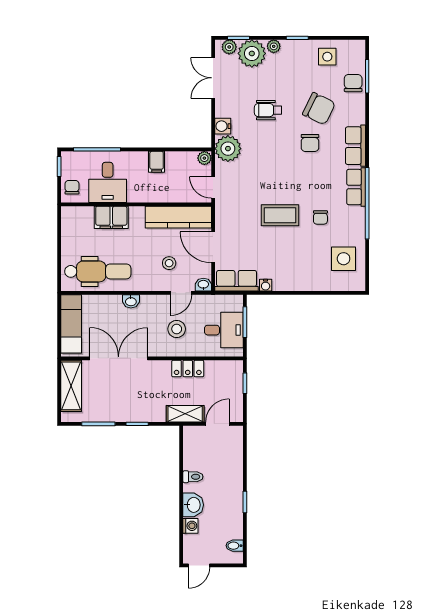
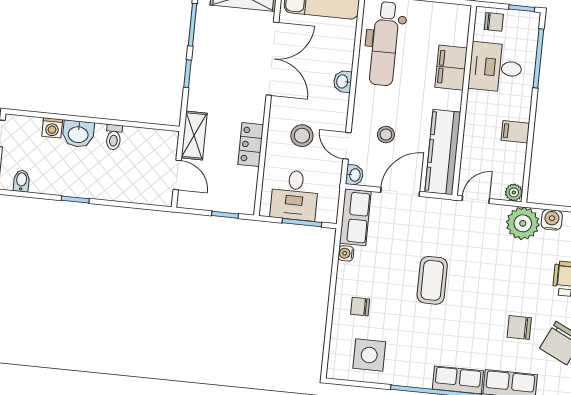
chair: (320, 217) -> (360, 307), moved

